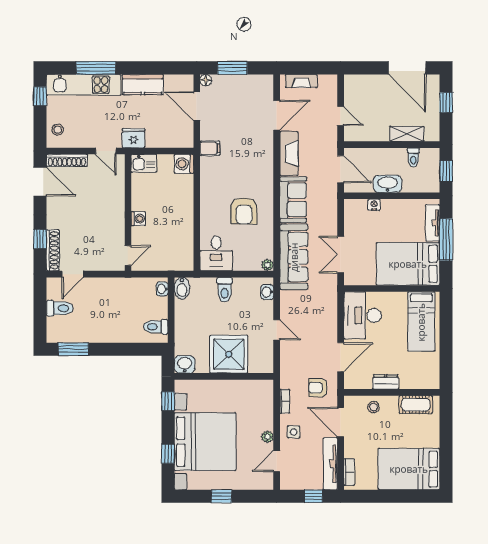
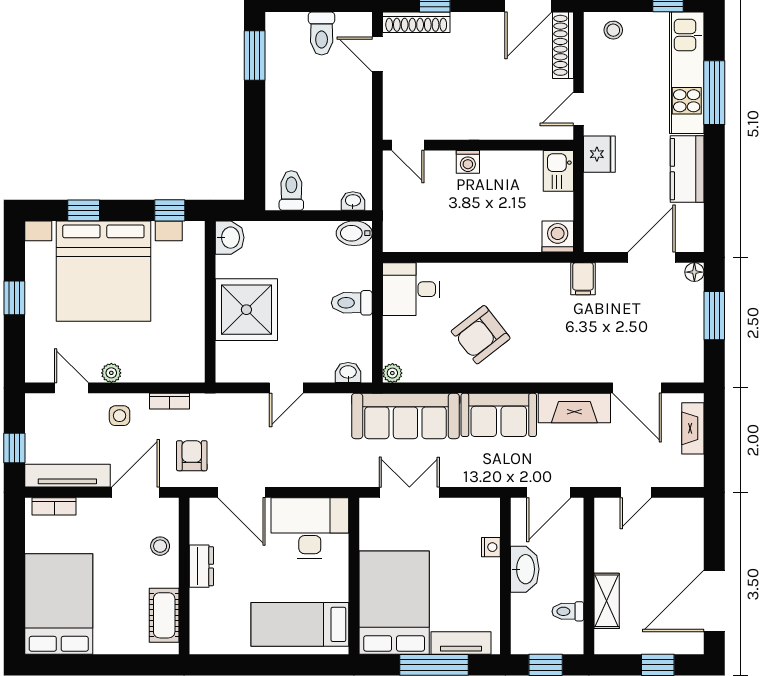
armchair: (244, 211) -> (481, 335), turned -38

